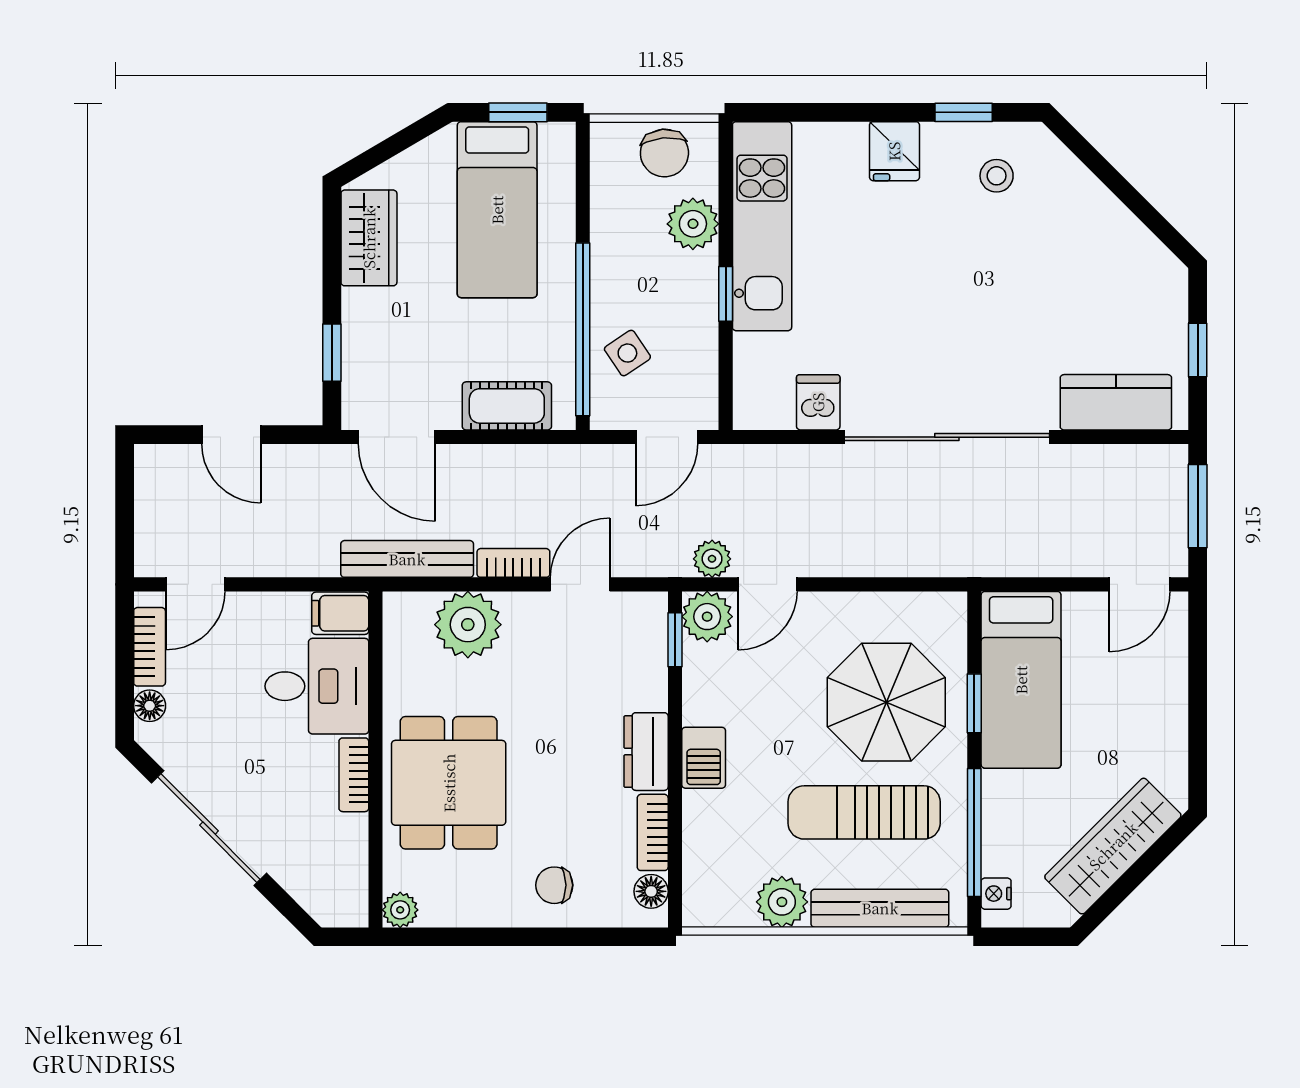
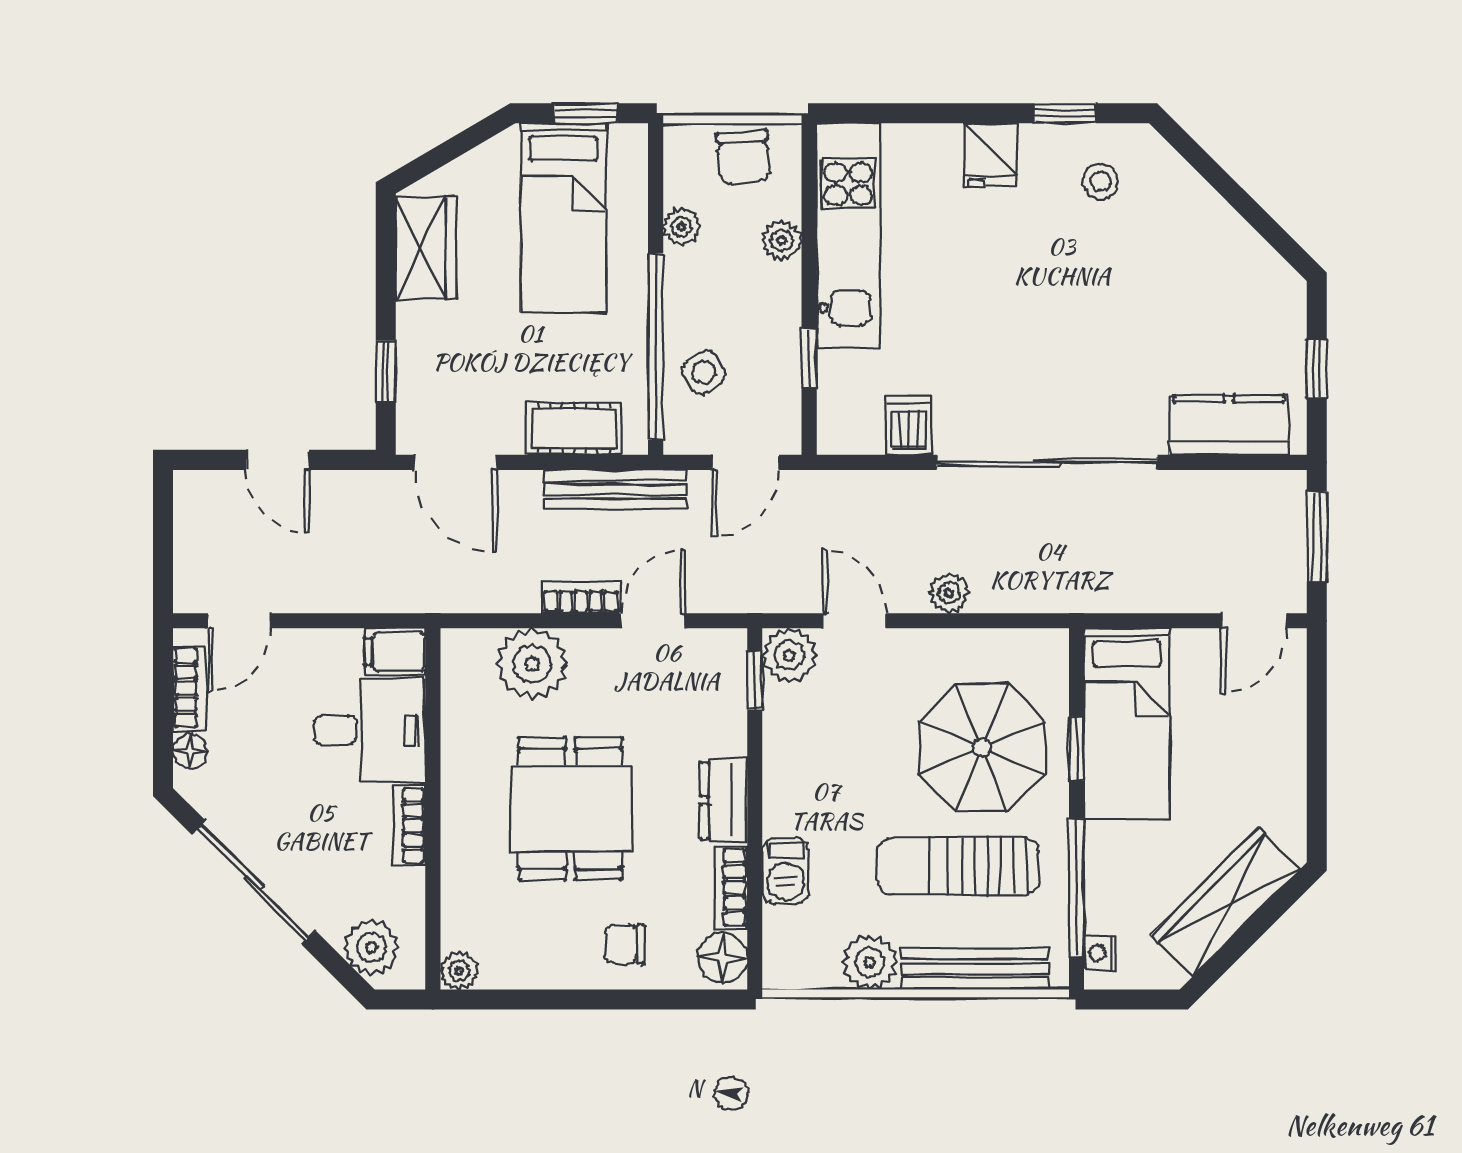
plant: (607, 218) -> (682, 227), added
plant: (693, 224) -> (782, 241), width x0.73, depth x0.73
window: (726, 294) -> (809, 358), moved
bench: (407, 559) -> (615, 490), moved
plant: (712, 559) -> (949, 593), moved
door: (768, 584) -> (854, 621), swing flipped
barbecue: (704, 758) -> (786, 871), moved
dining table: (449, 783) -> (570, 809), moved
plant: (319, 888) -> (372, 947), added
floor lamp: (651, 891) -> (722, 958), width x1.37, depth x1.37

